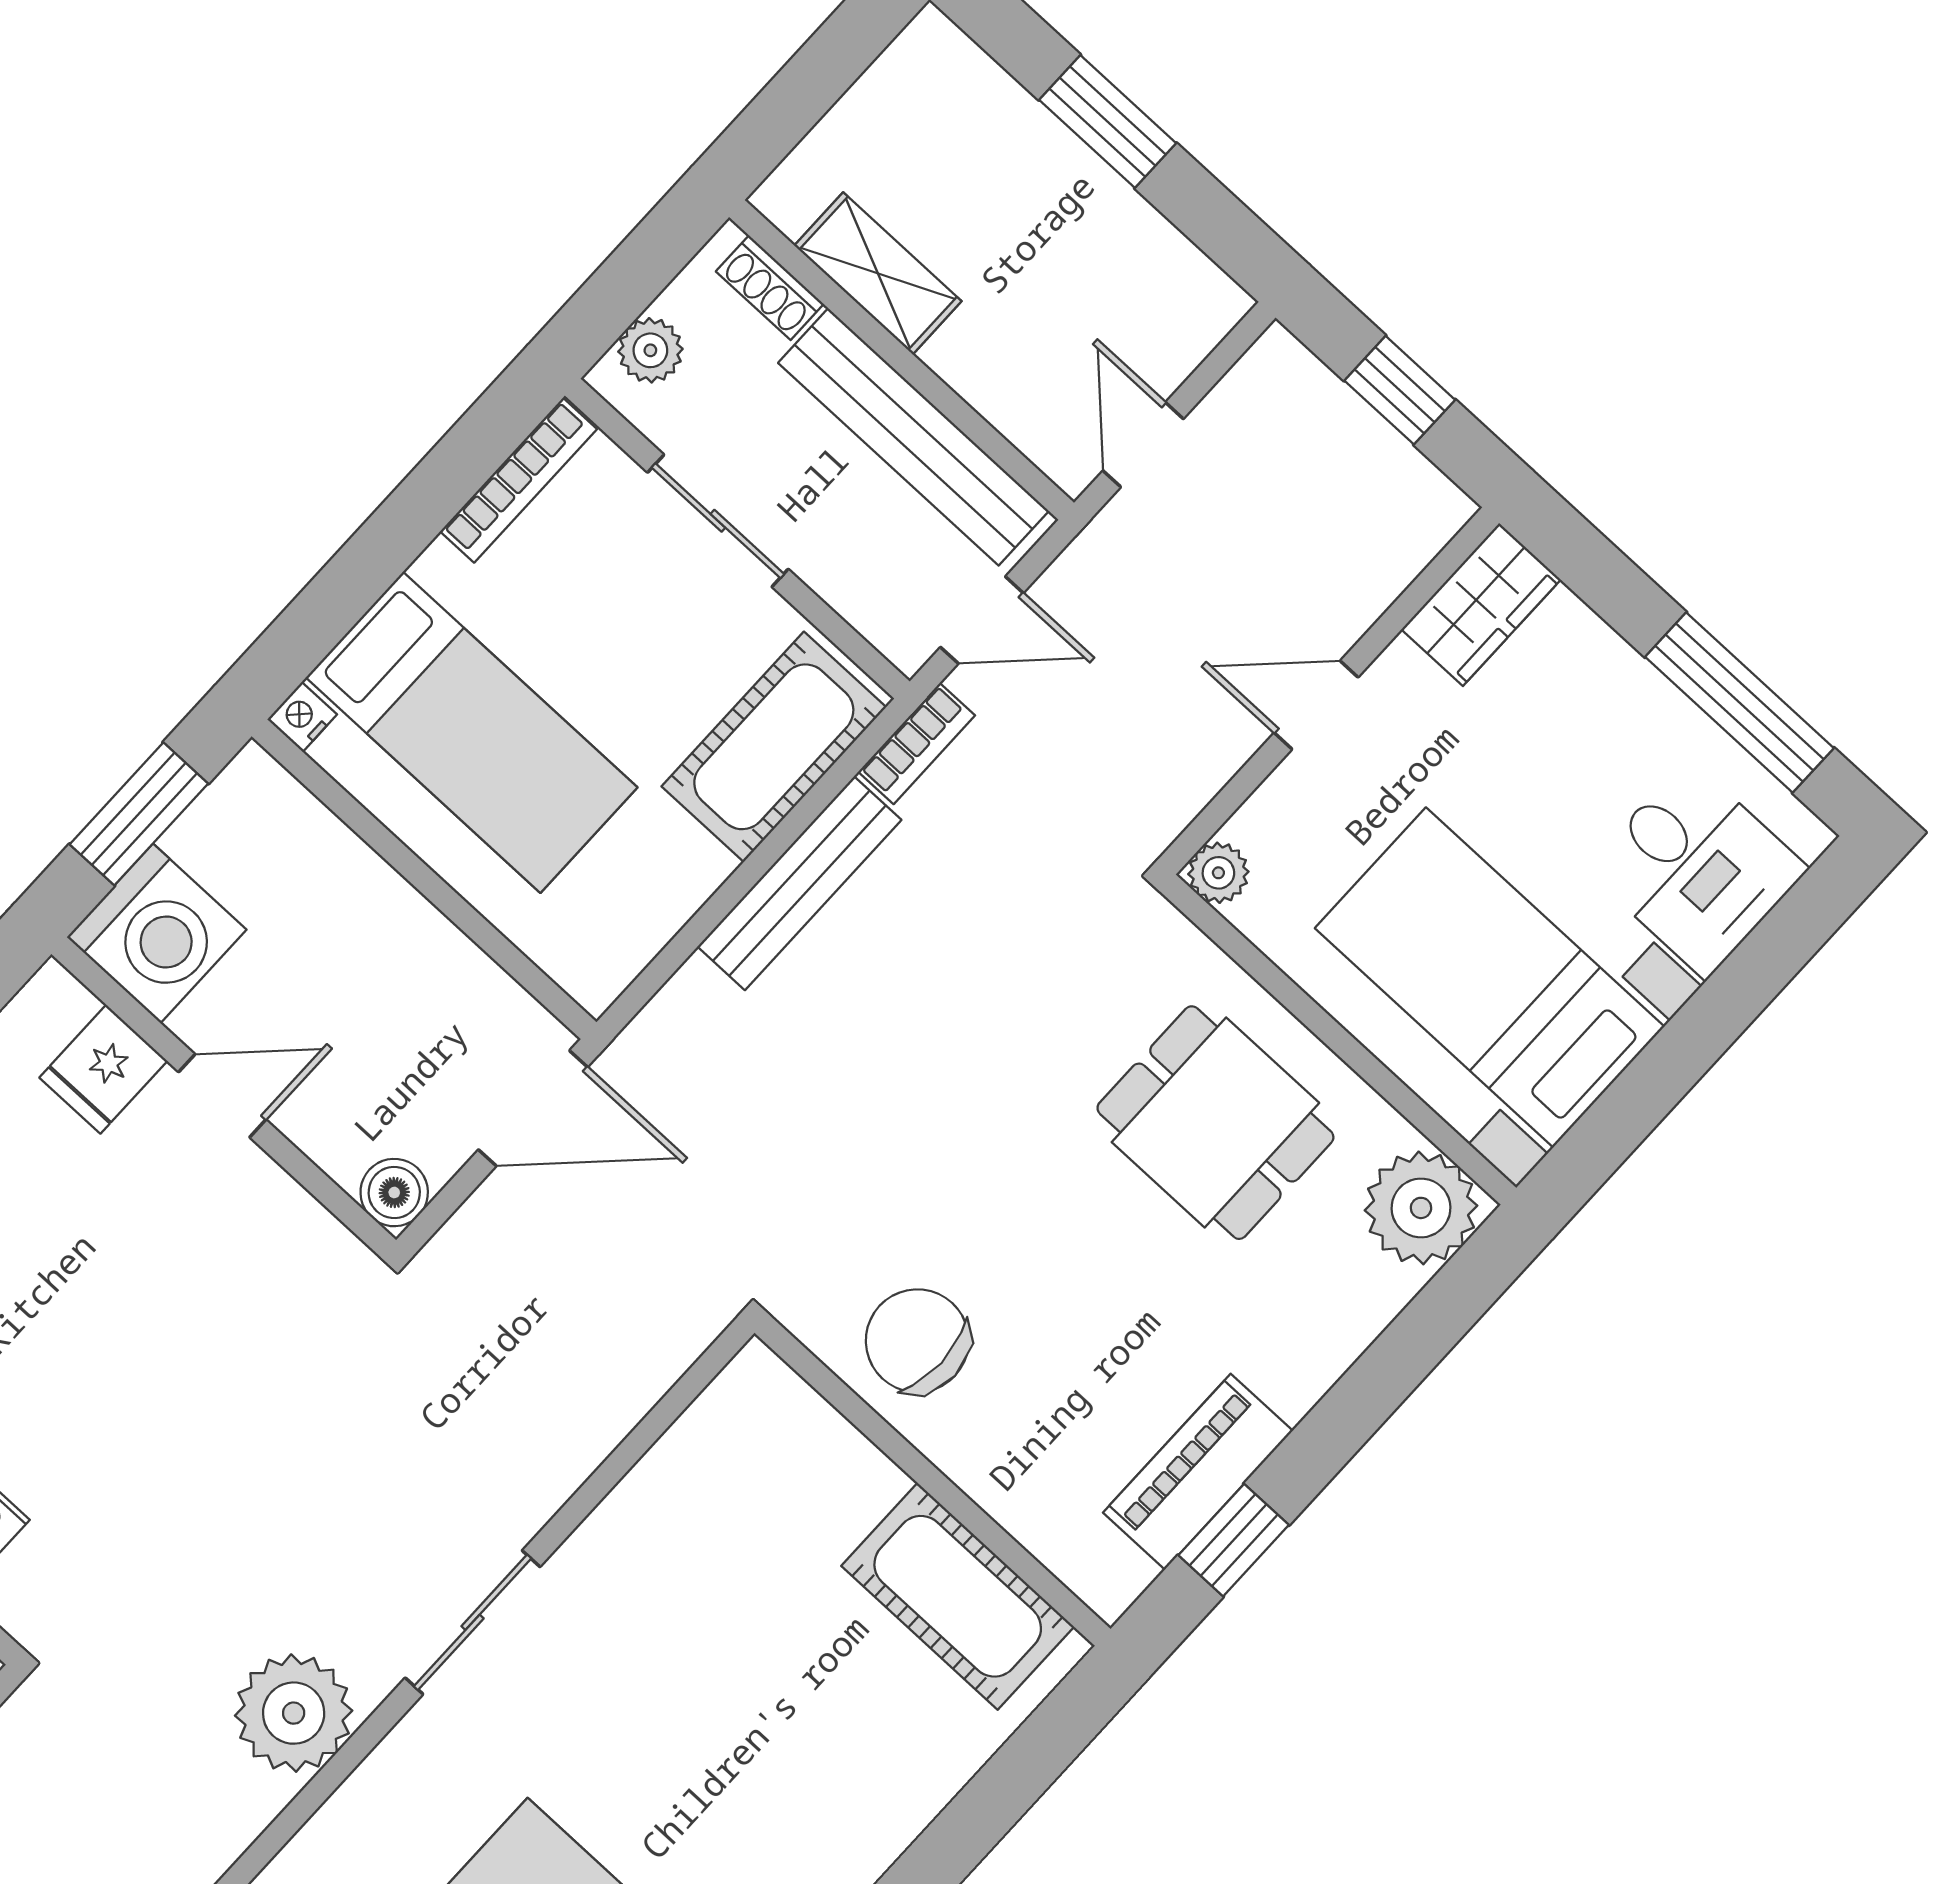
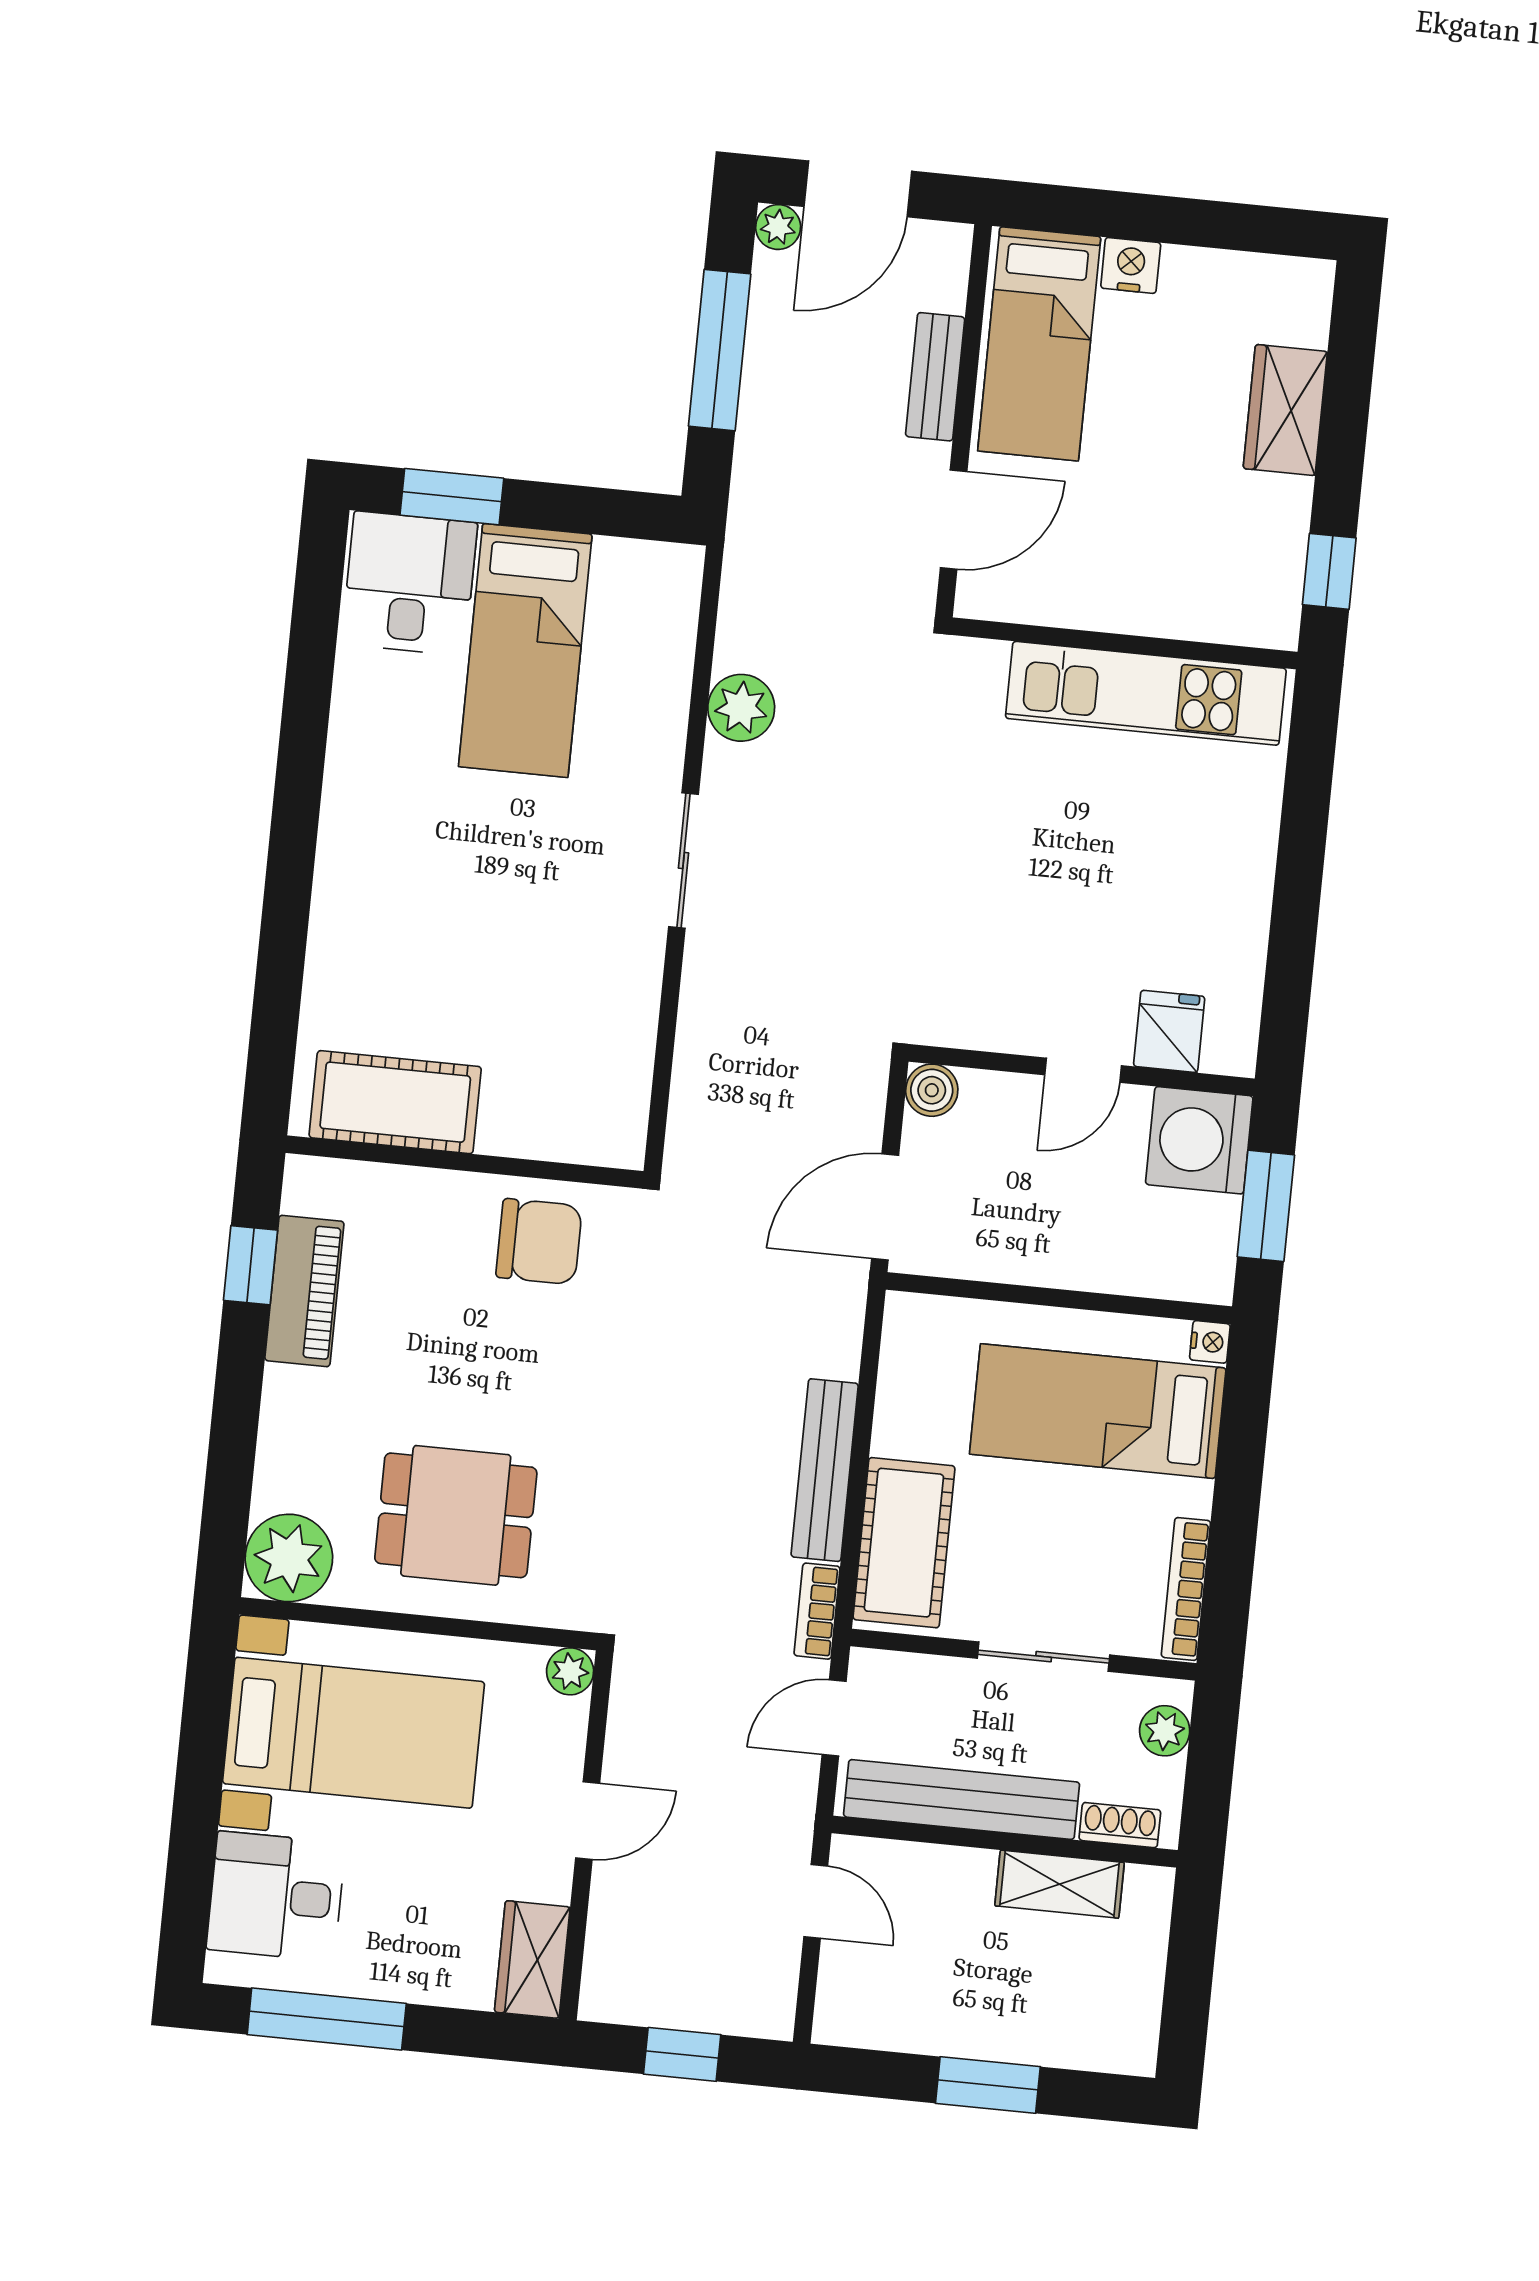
plant: (294, 1713) -> (741, 708), width x0.73, depth x0.73

